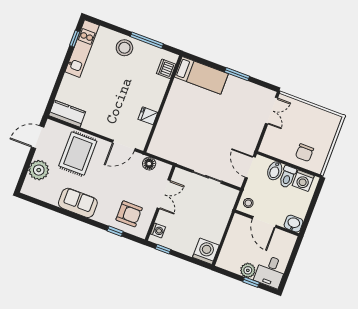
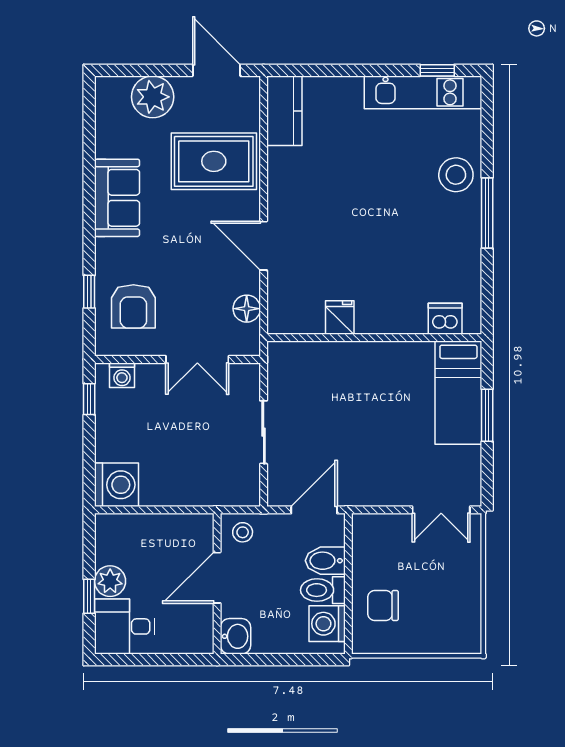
dishwasher: (166, 69) -> (445, 319), moved
bed: (201, 75) -> (458, 393), moved
wall: (163, 104) -> (374, 338), moved
fridge: (148, 116) -> (340, 317), moved

